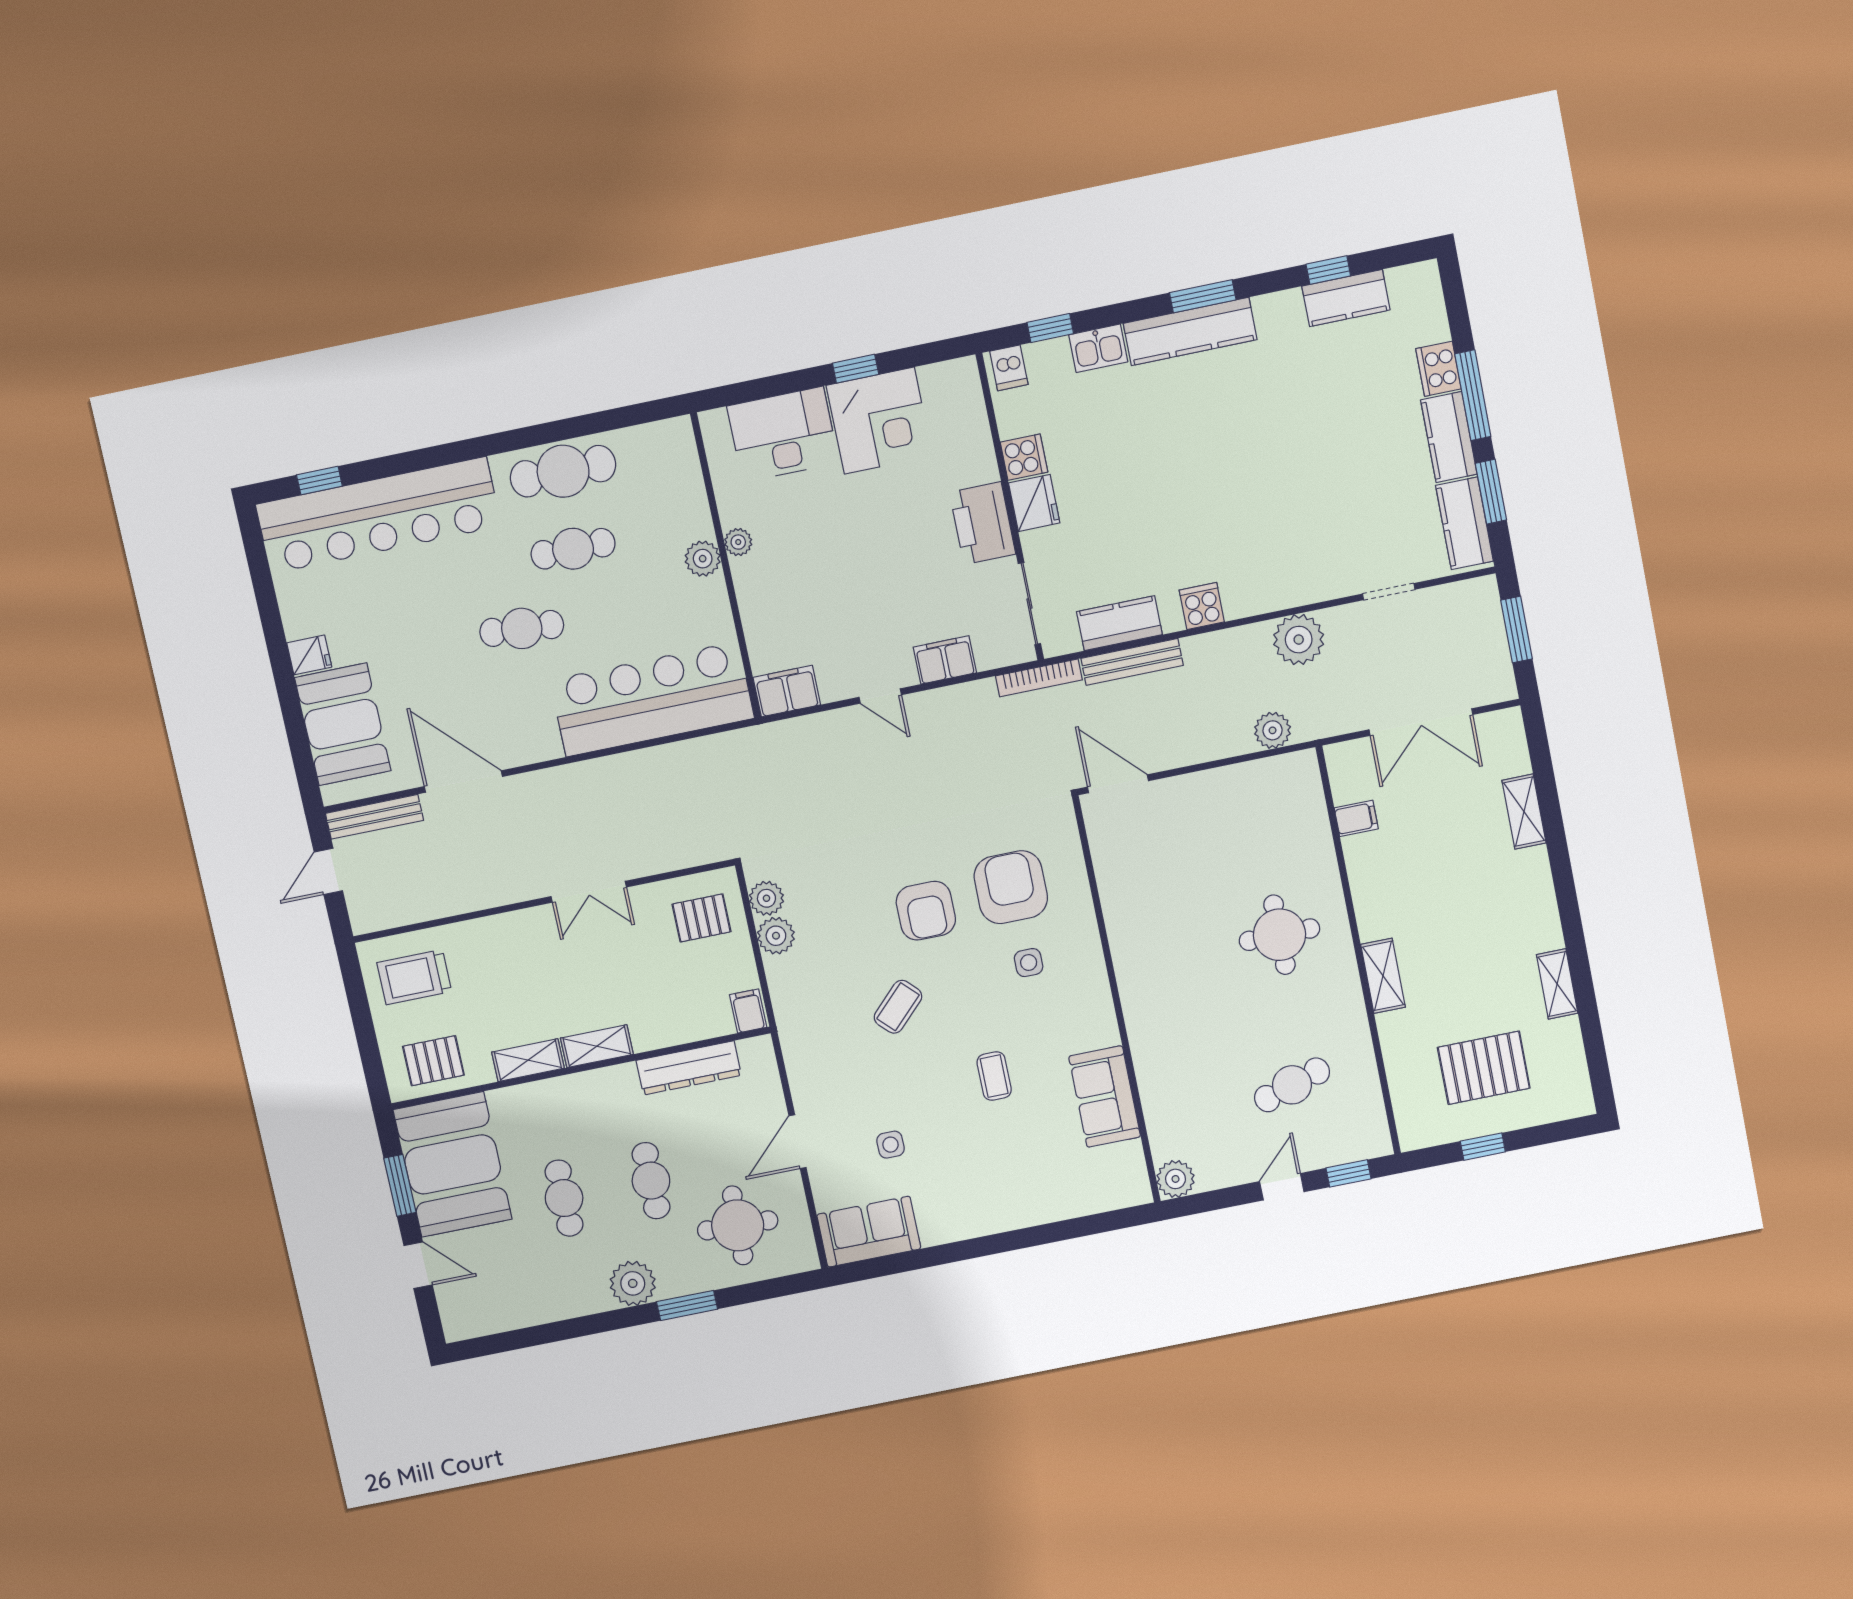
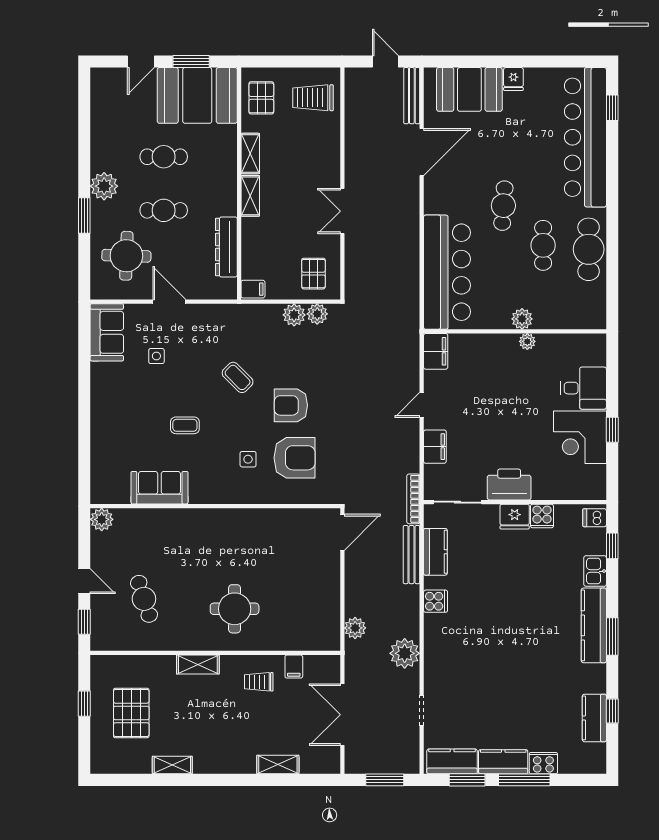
desk: (783, 434) -> (583, 388), width x0.73
trolley: (1393, 871) -> (259, 682), added
trolley: (414, 977) -> (313, 98), turned -90

